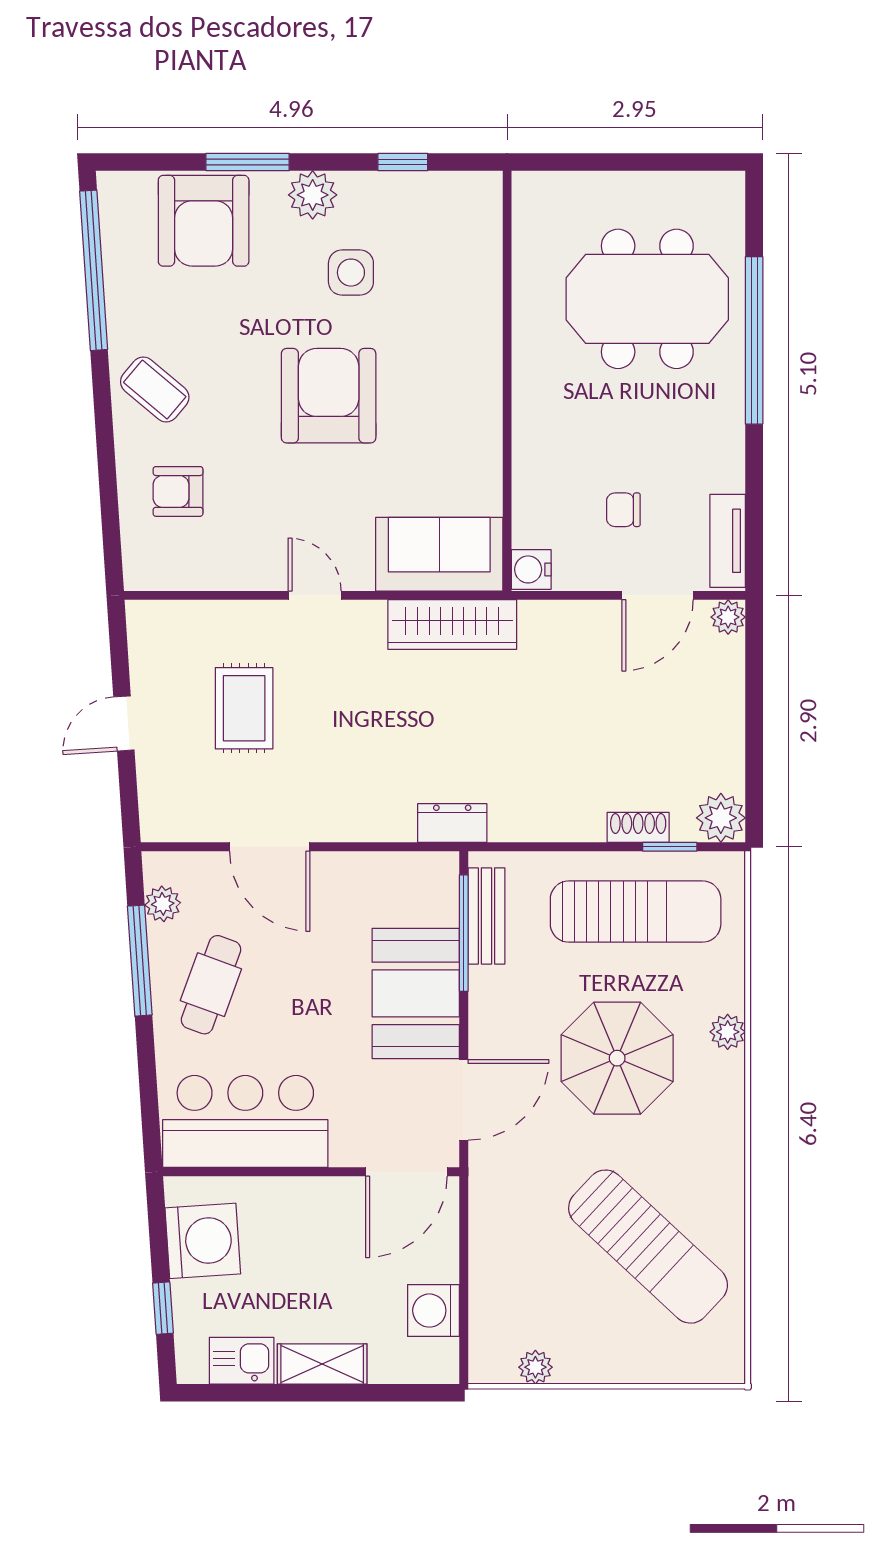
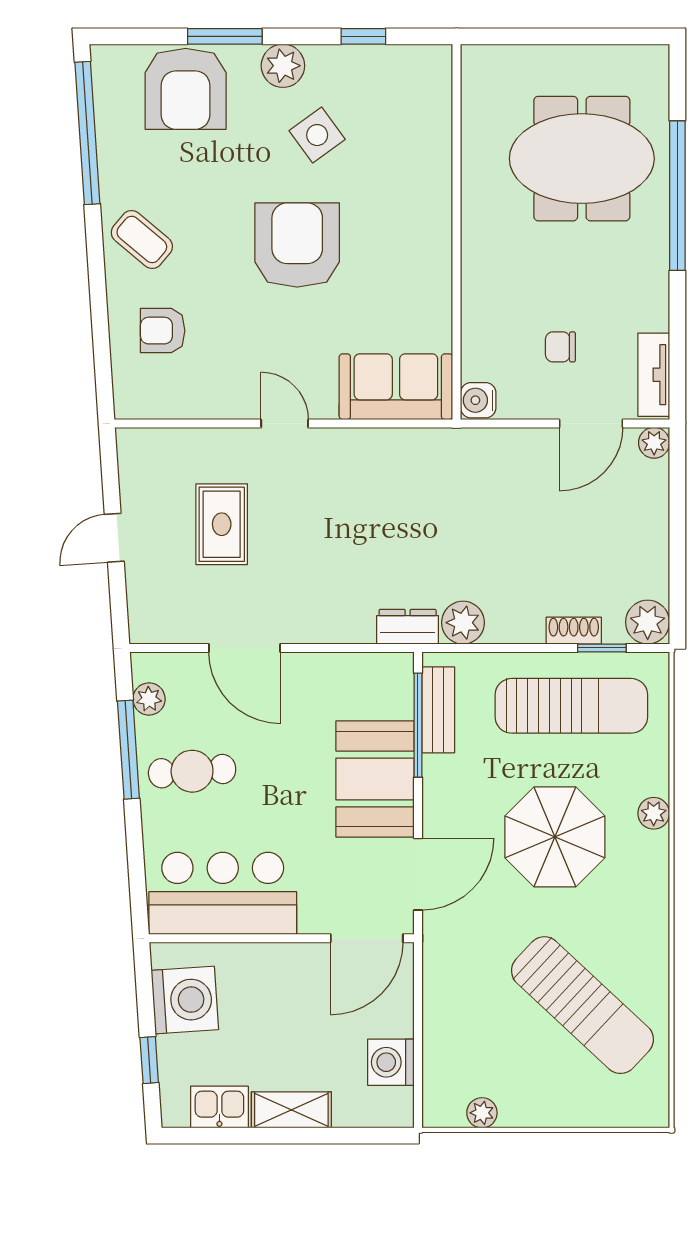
side table: (351, 273) -> (317, 135), turned -36
wardrobe: (452, 625) -> (408, 449), removed
plant: (514, 818) -> (463, 623), added
cafe table: (211, 985) -> (192, 771), turned 66

